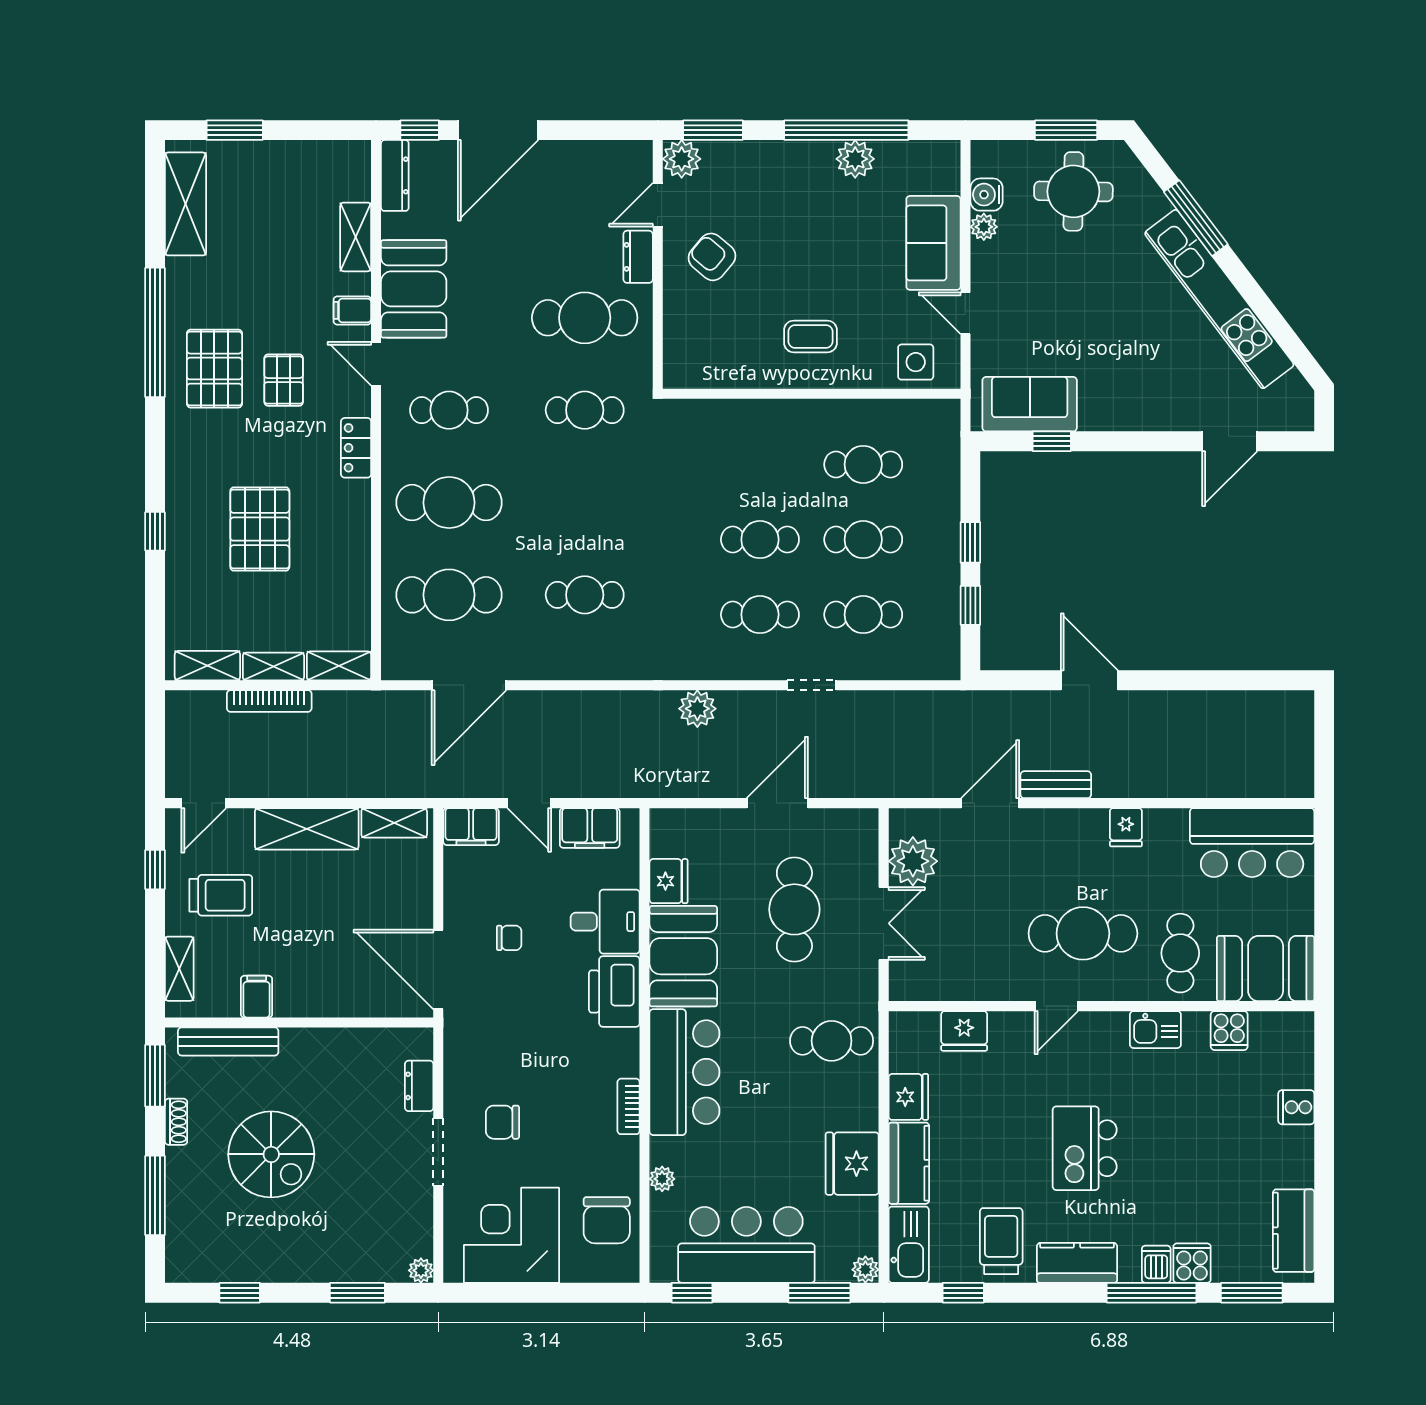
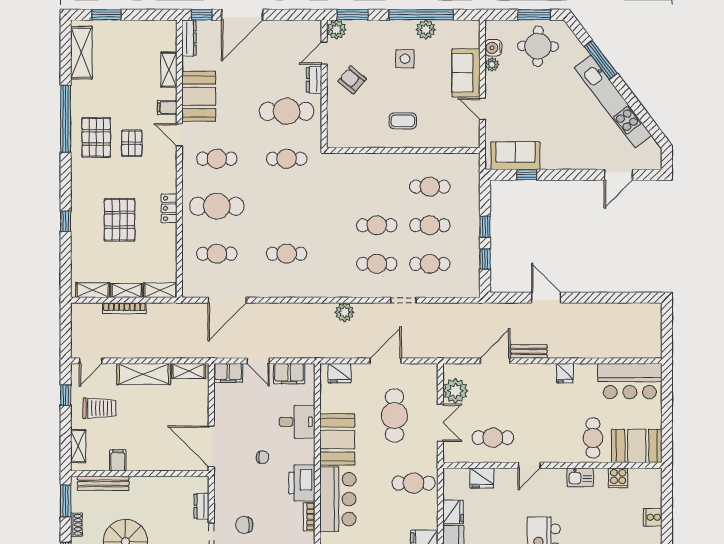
side table: (916, 362) -> (405, 59), moved
locker: (356, 448) -> (169, 208), moved
cafe table: (449, 595) -> (217, 254), width x0.73, depth x0.74
fridge: (669, 881) -> (340, 373), moved, turned 90
cafe table: (1083, 933) -> (493, 438), moved, width x0.73, depth x0.74
chair: (509, 938) -> (262, 457), moved
printer: (614, 991) -> (302, 483), moved

